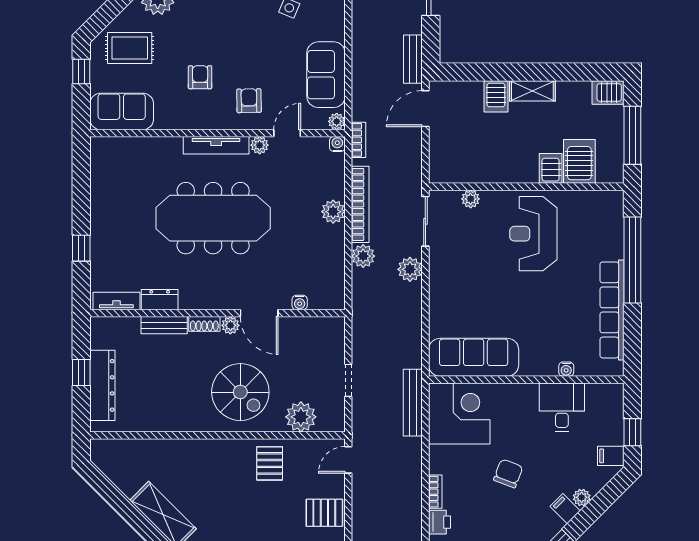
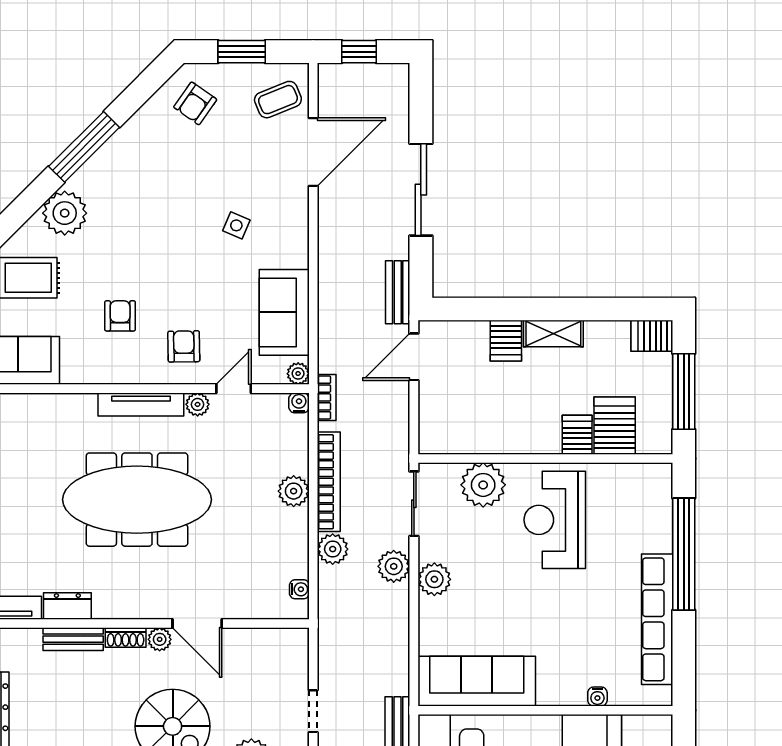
plant: (471, 199) -> (483, 485), width x1.88, depth x1.88
plant: (441, 279) -> (434, 579), added
water cooler: (300, 303) -> (299, 589), moved, turned -90

